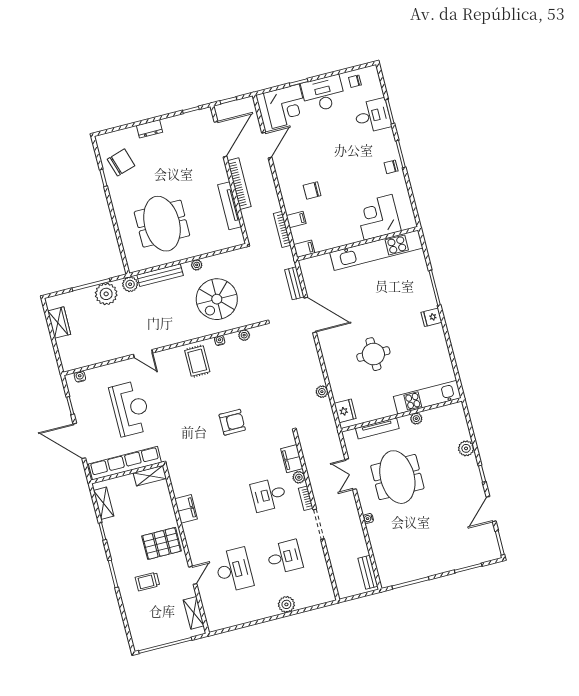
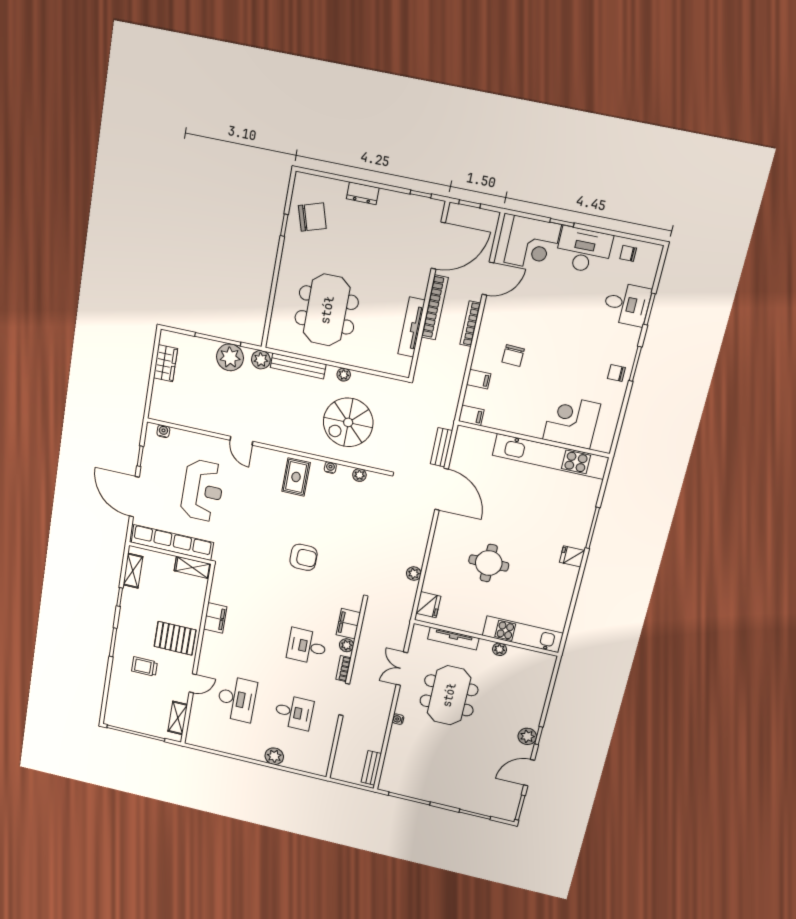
chair: (312, 190) -> (513, 356), turned -88
bookcase: (282, 229) -> (470, 324), moved
plant: (466, 448) -> (527, 736), moved

